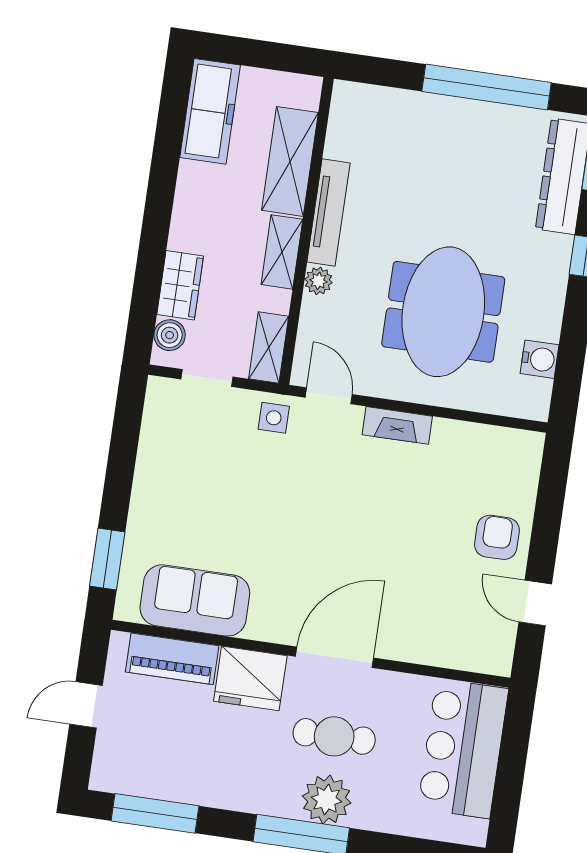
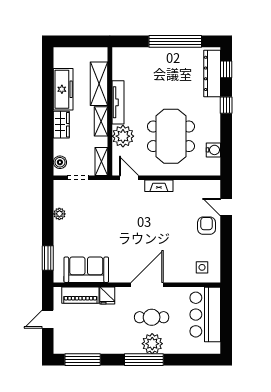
freezer: (210, 111) -> (63, 89), moved
plant: (318, 281) -> (123, 136), width x1.87, depth x1.87
wardrobe: (180, 285) -> (61, 125), moved
side table: (274, 418) -> (202, 267), moved
plant: (151, 458) -> (59, 214), added
door: (535, 603) -> (226, 207), moved
fridge: (250, 678) -> (107, 295), width x0.53, depth x0.75

